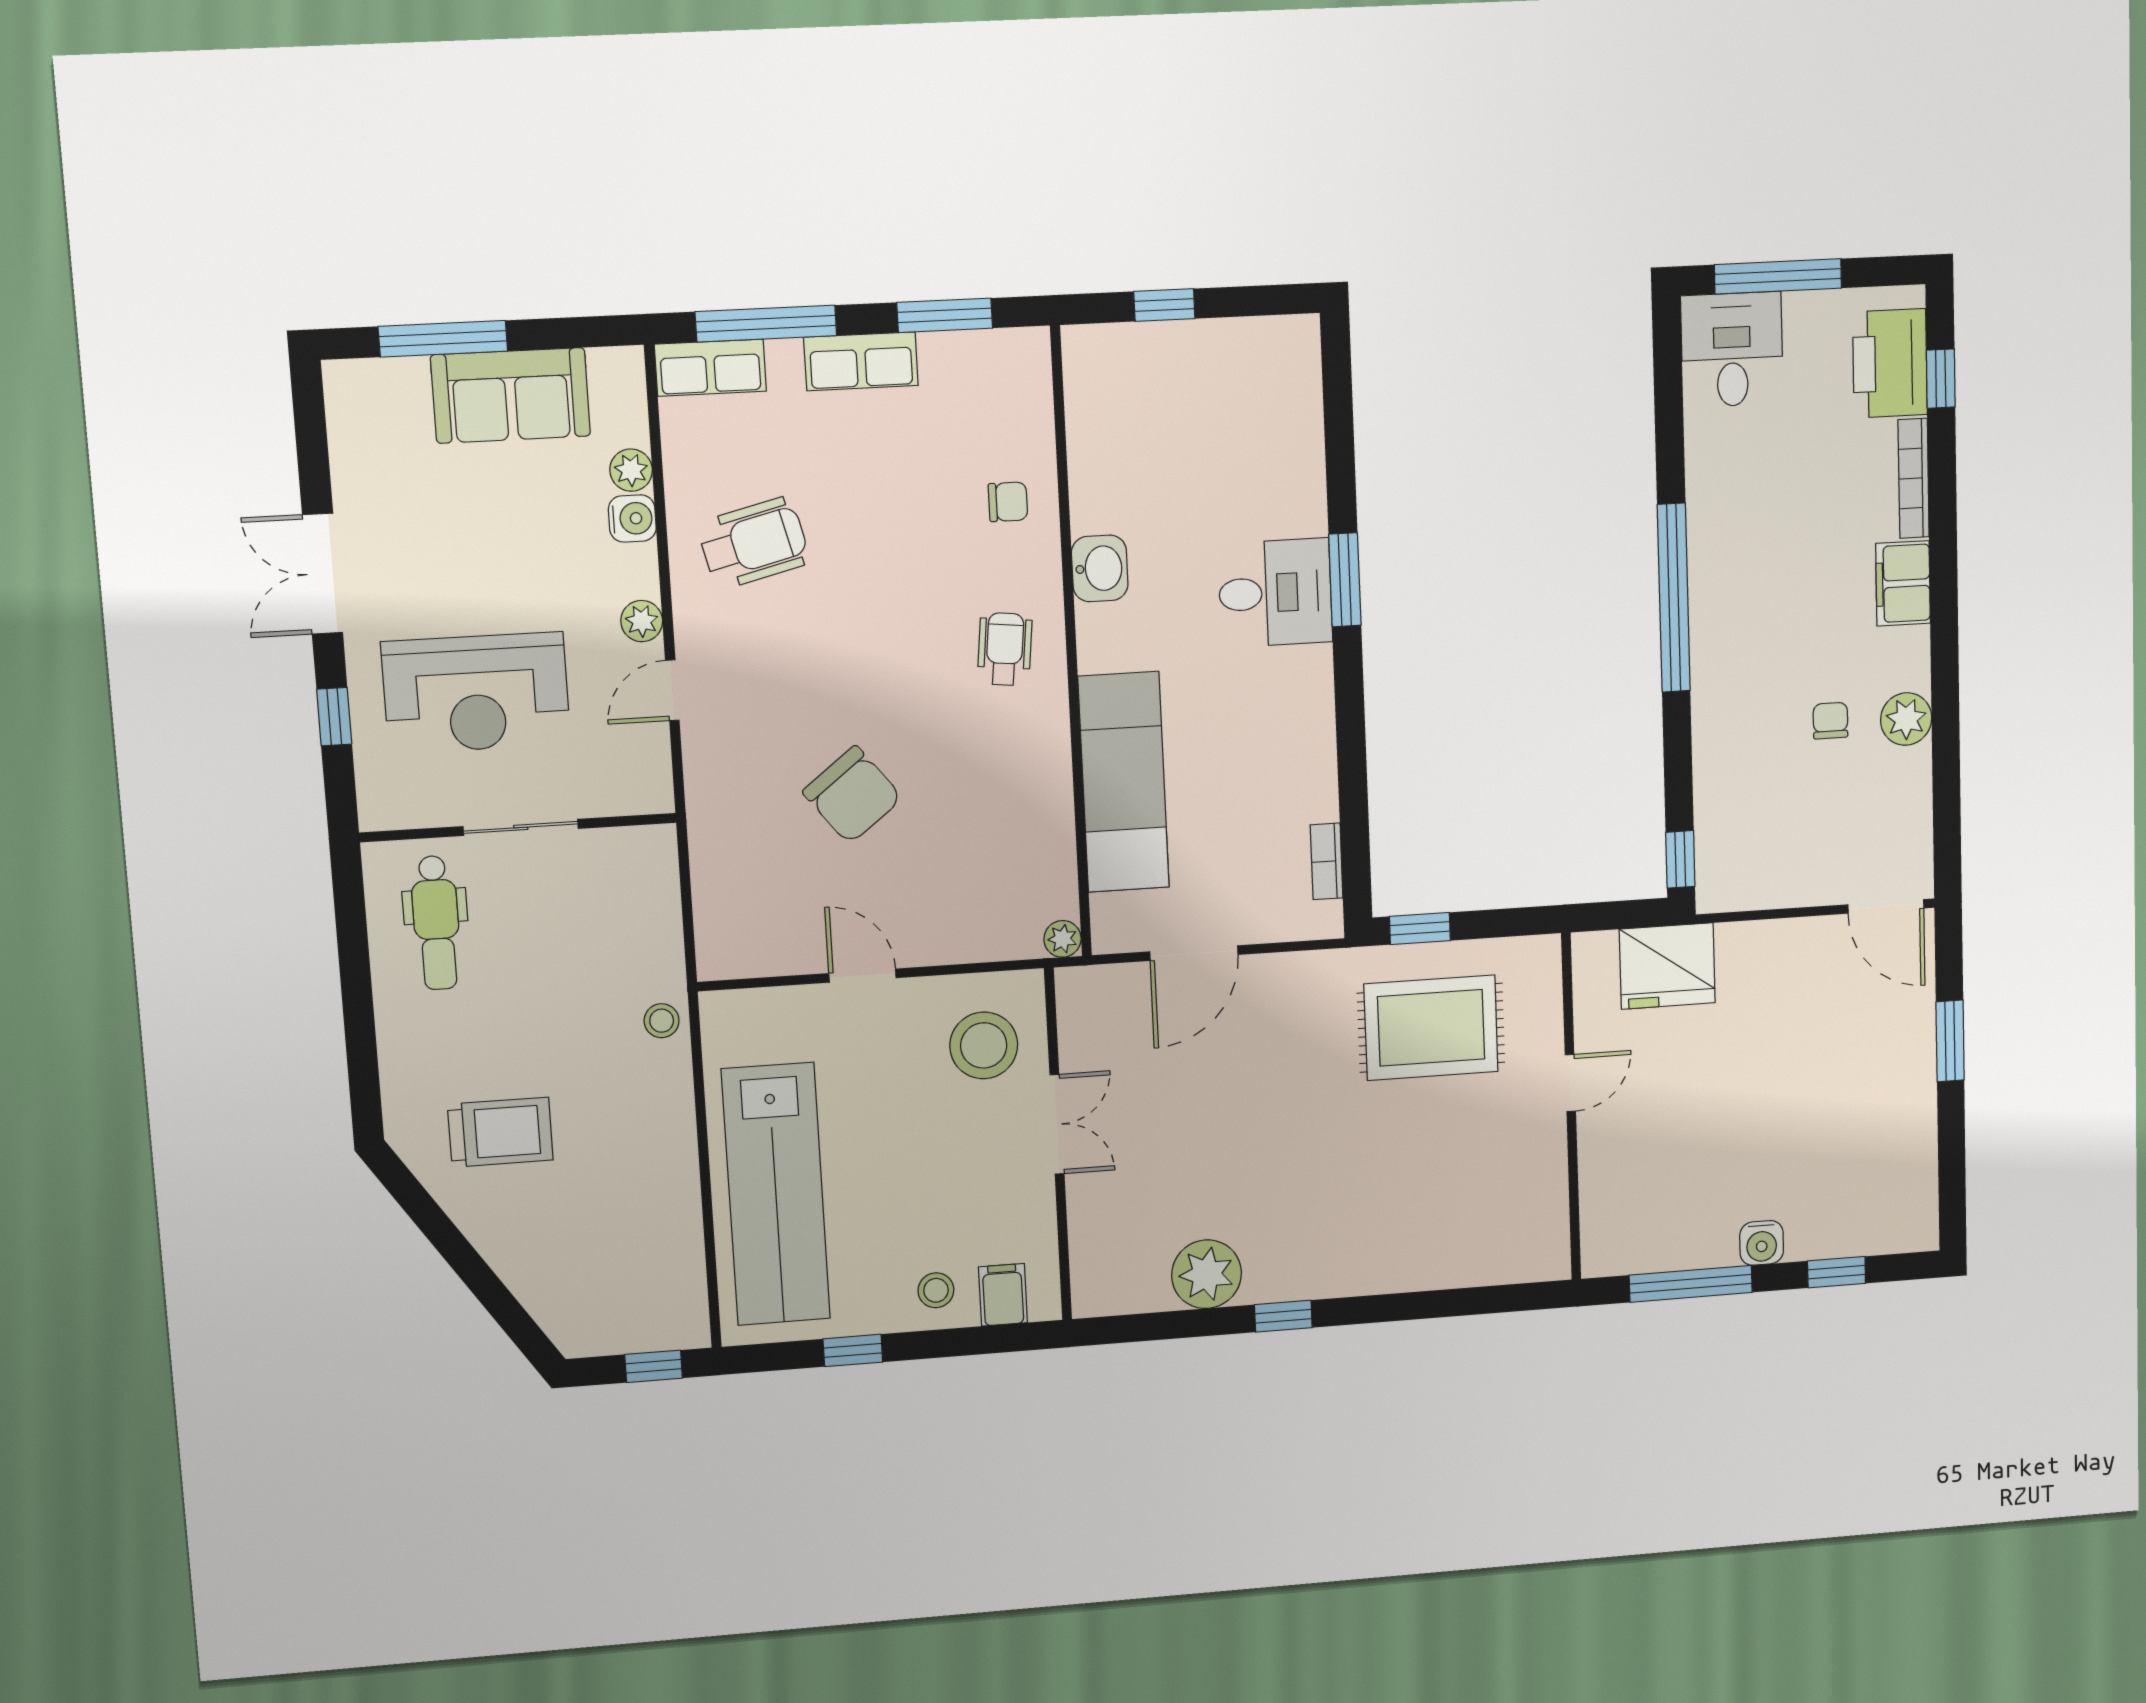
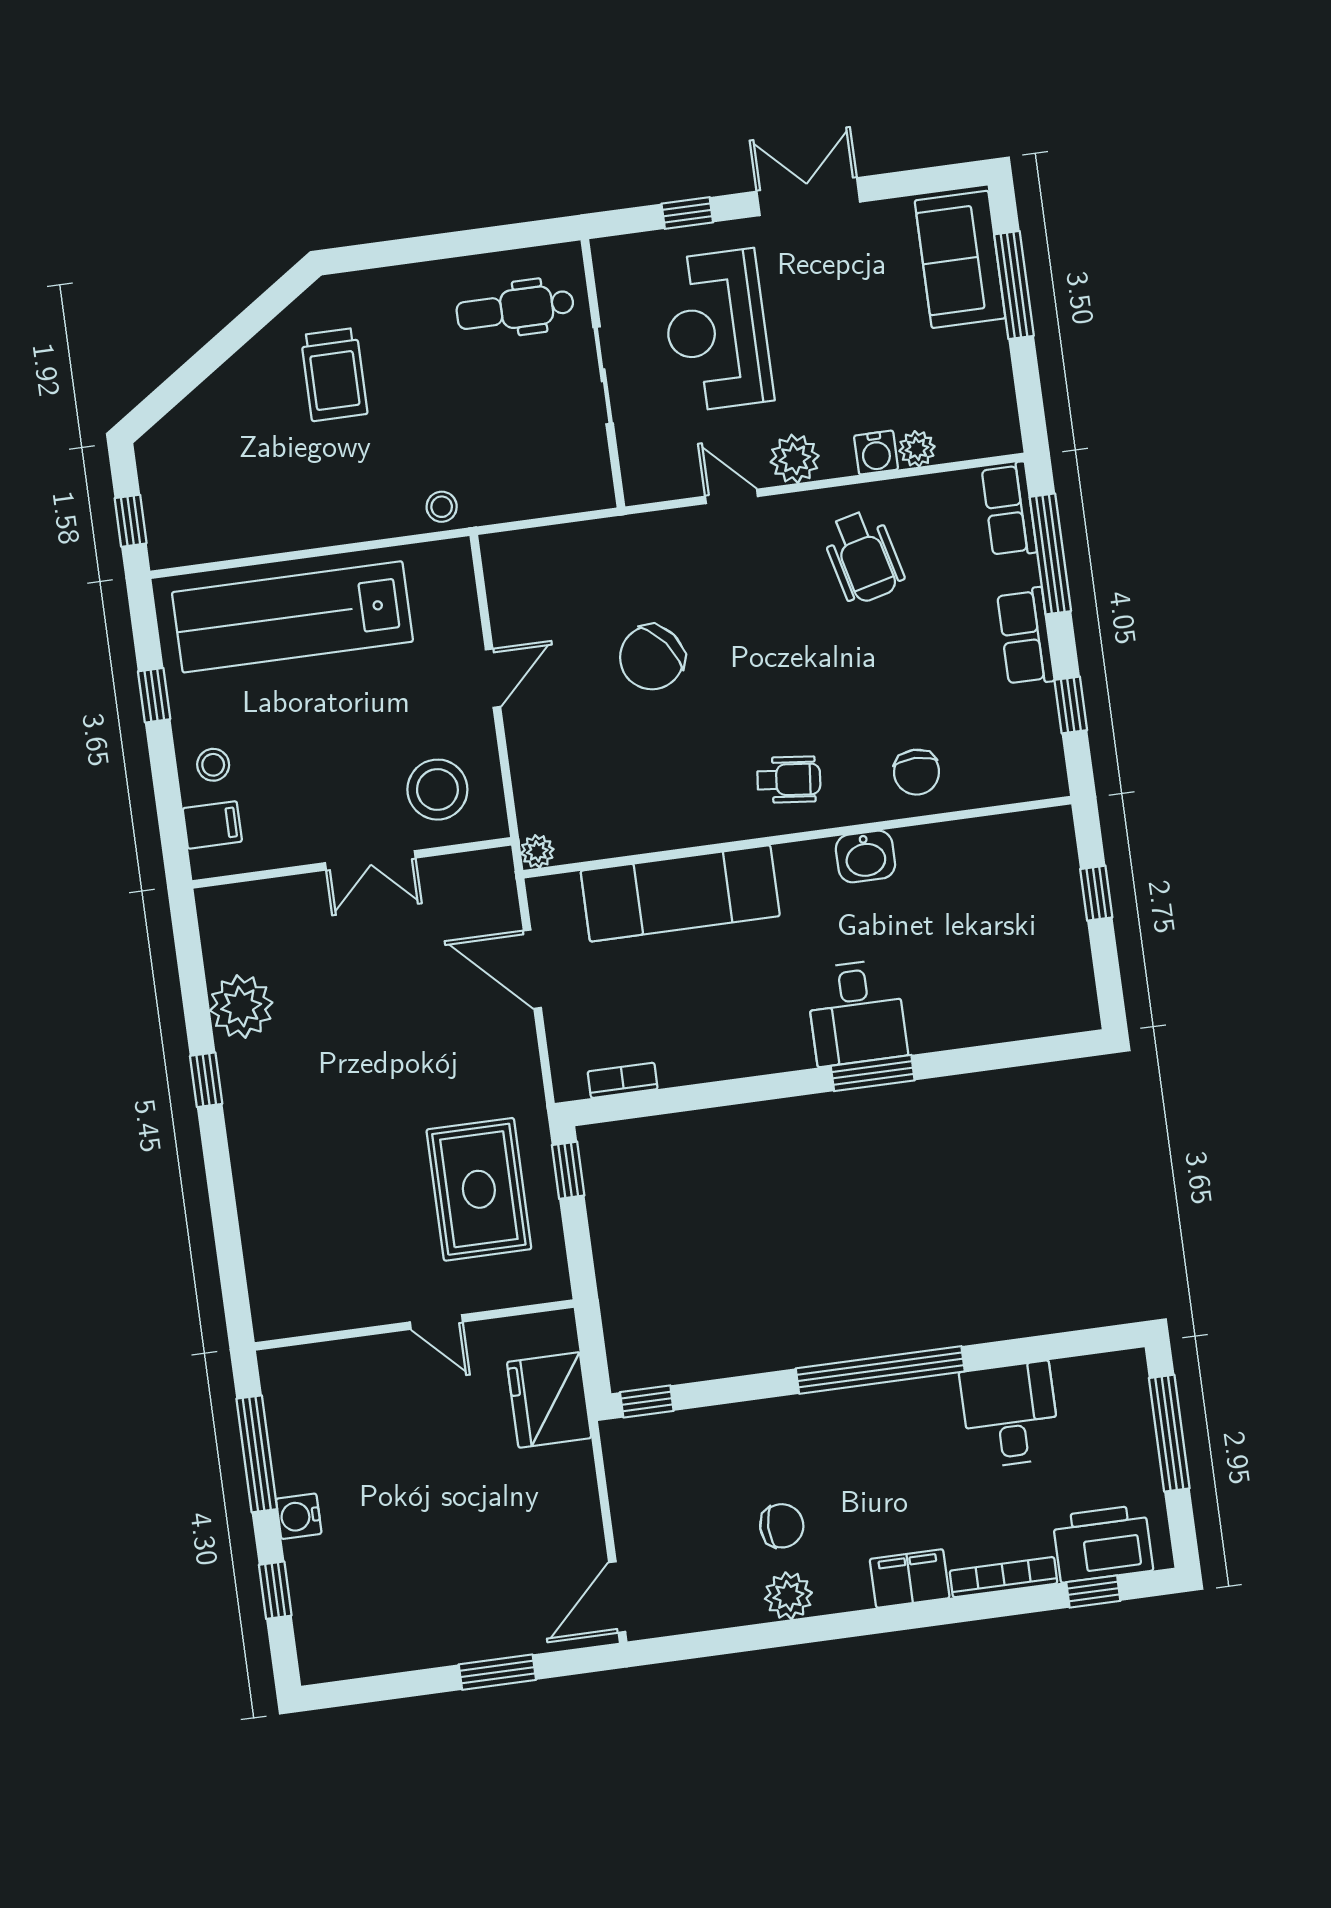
window: (945, 315) -> (1071, 705), width x0.67
desk: (1732, 350) -> (1010, 1415), moved, turned -90
sofa: (511, 395) -> (960, 259), moved
chair: (1008, 502) -> (917, 772), width x1.37, depth x1.37
plant: (642, 621) -> (795, 459), width x1.38, depth x1.38
chair: (1830, 721) -> (782, 1526), width x1.37, depth x1.37

